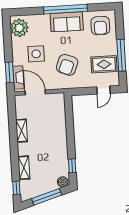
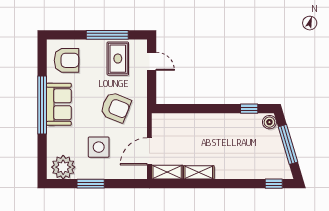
window: (10, 72) -> (91, 184), moved
fireplace: (18, 77) -> (128, 173), removed
shelving: (24, 168) -> (167, 172), moved

